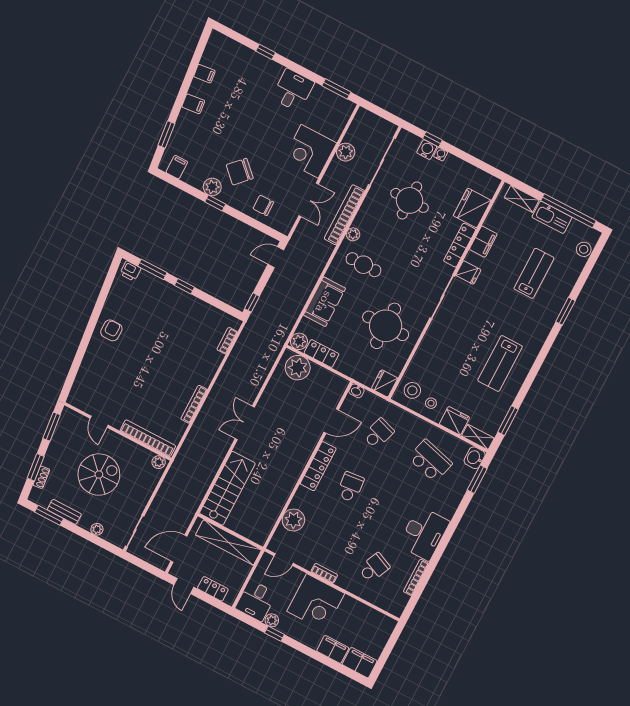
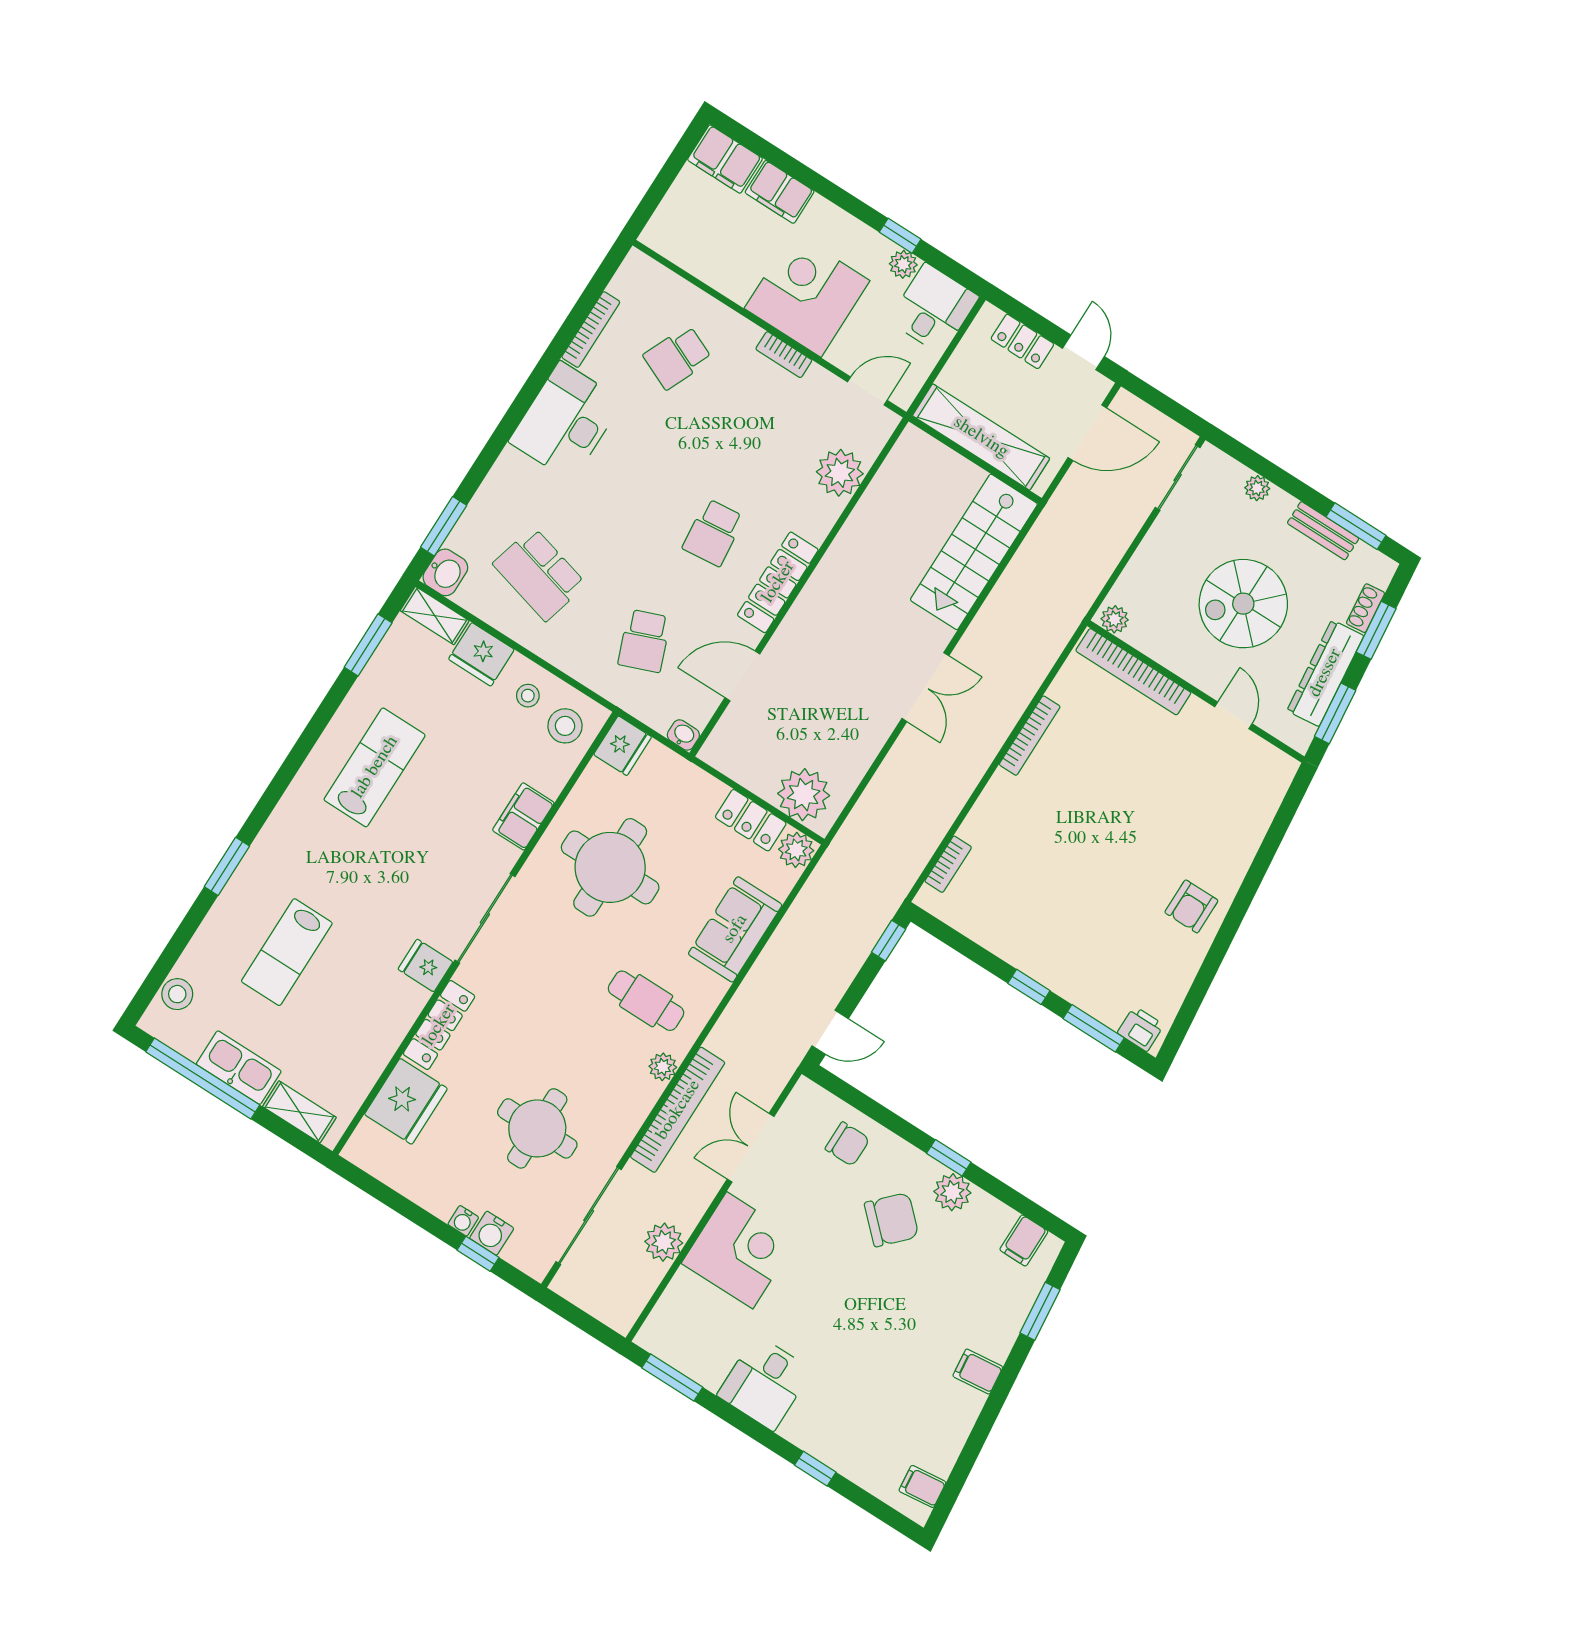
filing cabinet: (204, 74) -> (922, 1486), moved
filing cabinet: (483, 242) -> (523, 816), moved
school desk: (378, 433) -> (644, 641), turned -39
dresser: (58, 445) -> (1325, 673), added

